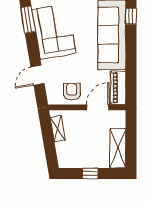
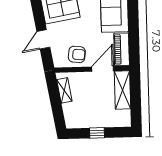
armchair: (72, 92) -> (77, 54), turned 97
shelving: (118, 148) -> (122, 90), moved

